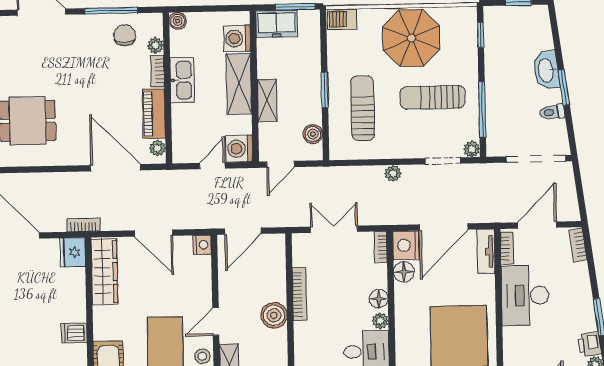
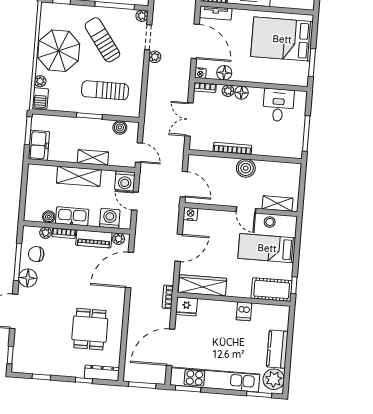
plant: (366, 16) -> (40, 81), added
boiler: (178, 21) -> (49, 217), moved
floor lamp: (90, 27) -> (28, 278), added
washing machine: (237, 38) -> (110, 218), moved, turned 180
sun lounger: (433, 97) -> (102, 40), turned 144
plant: (393, 173) -> (155, 57), moved
nightstand: (406, 245) -> (200, 73), width x0.53, depth x0.56
plant: (380, 321) -> (228, 91), moved

